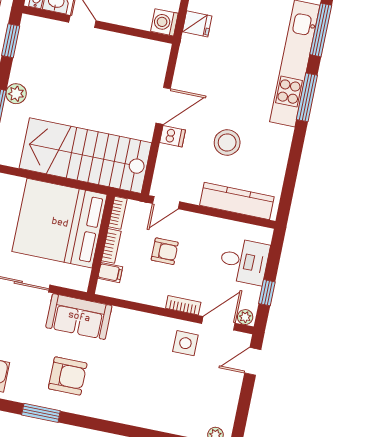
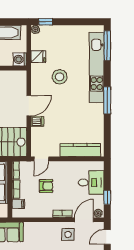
window: (307, 97) -> (107, 100), moved
stool: (227, 142) -> (60, 77), moved

